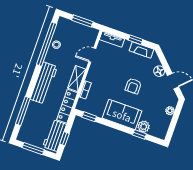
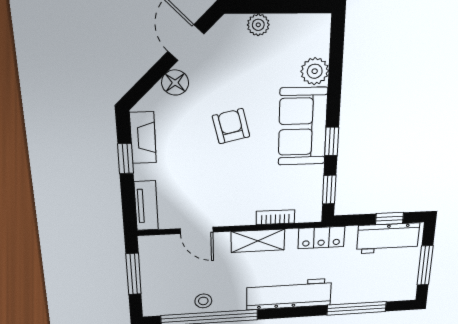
armchair: (133, 86) -> (231, 126), turned -103
locker: (67, 106) -> (321, 238), width x0.66
window: (140, 134) -> (332, 141), moved

